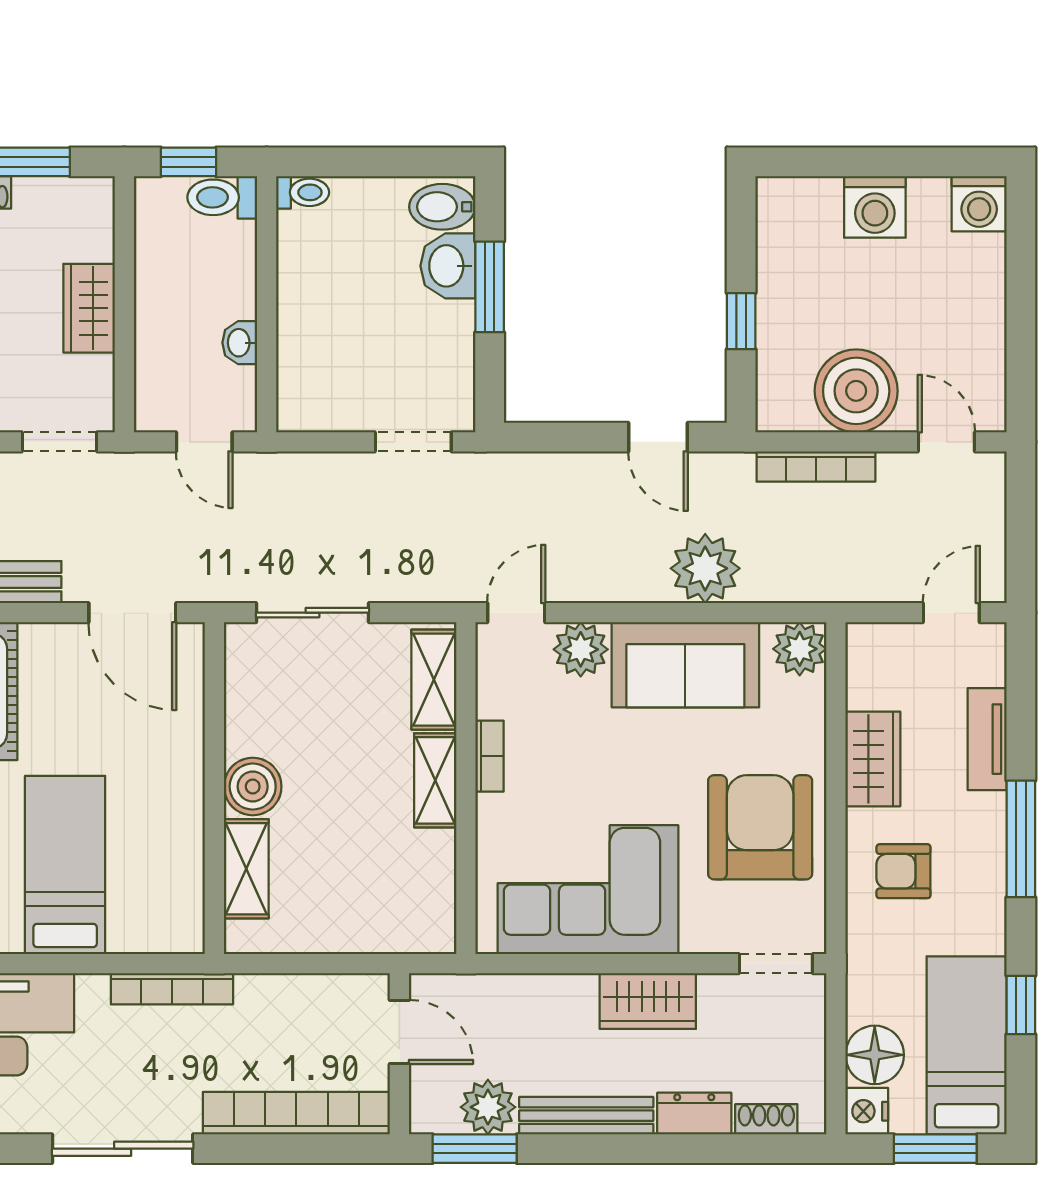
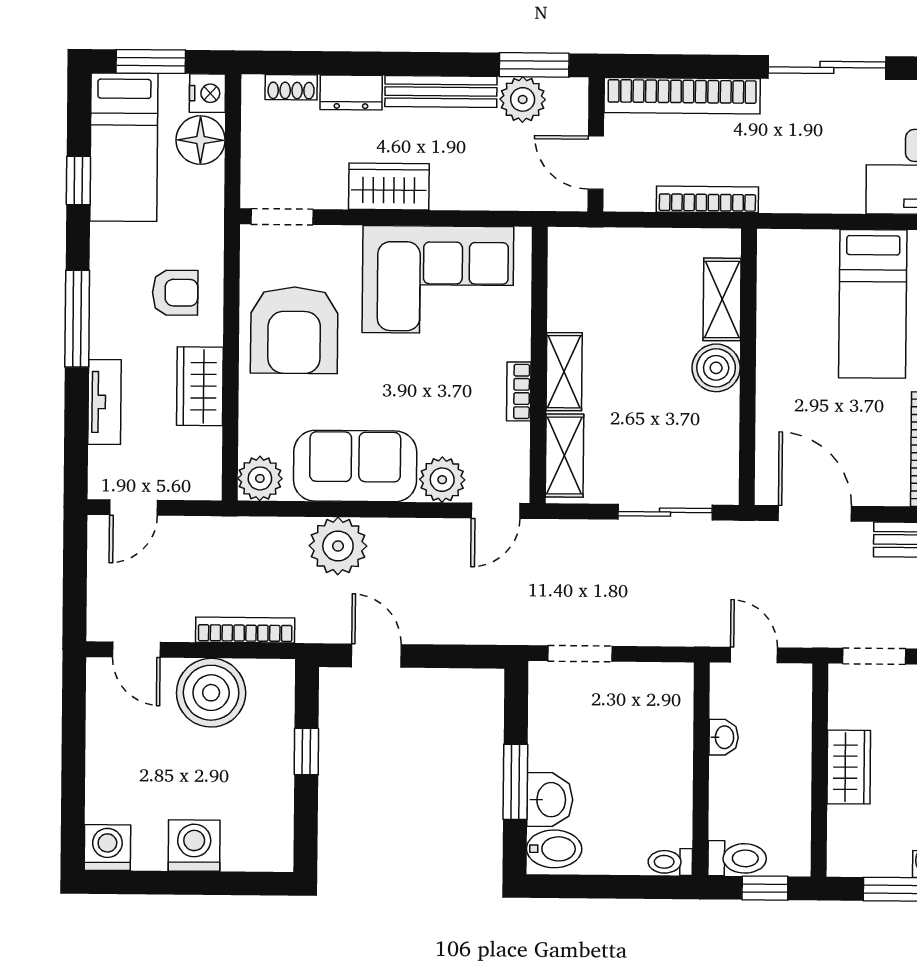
bookcase: (172, 989) -> (707, 199), moved

